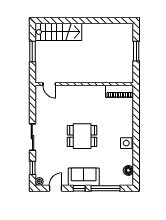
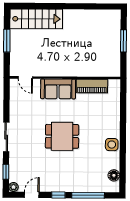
piano: (120, 91) -> (92, 86), moved
sofa: (84, 177) -> (58, 89), moved, turned 180

